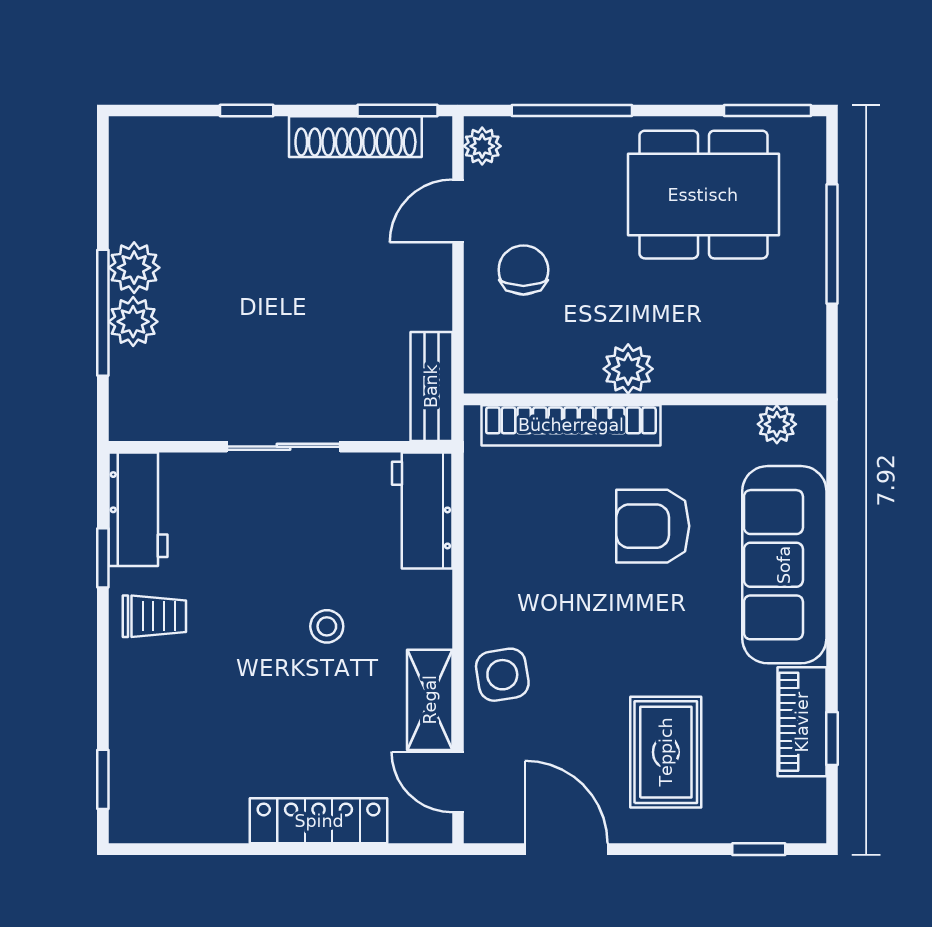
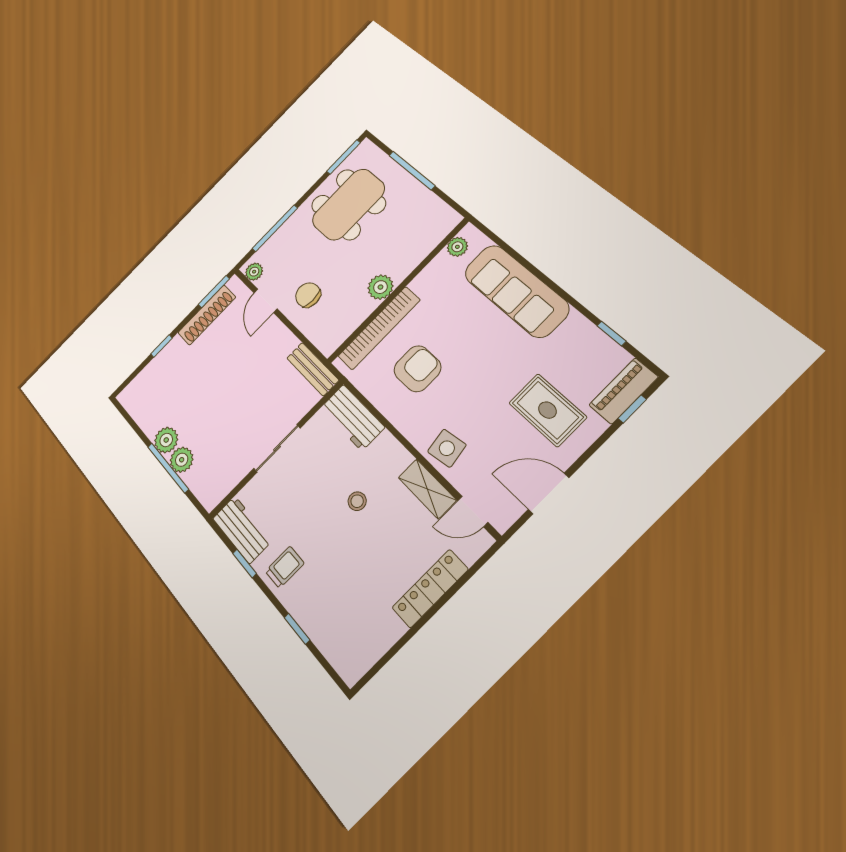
armchair: (653, 526) -> (417, 369), moved, turned 180
piano: (802, 722) -> (623, 391), moved, turned 90
window: (103, 779) -> (297, 629), moved

